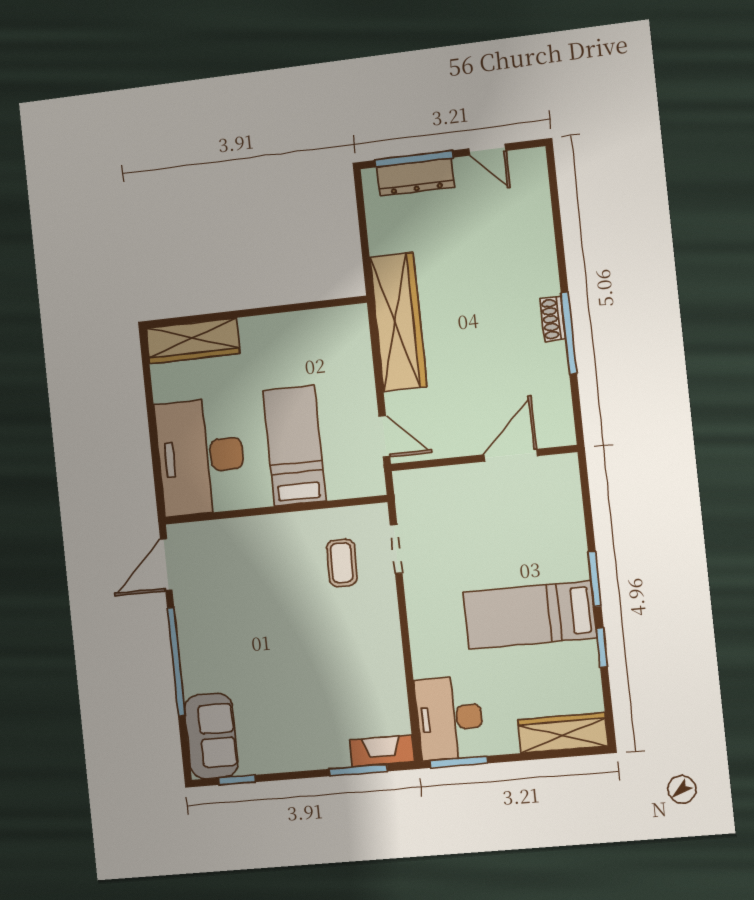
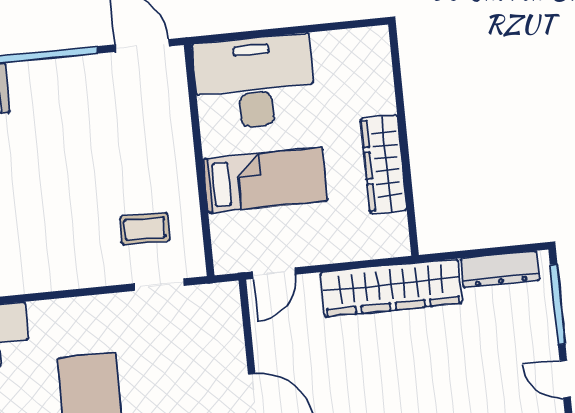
door: (487, 150) -> (565, 379), hinge flipped
dresser: (416, 177) -> (500, 269), moved, turned -90
wardrobe: (193, 341) -> (384, 164), moved

